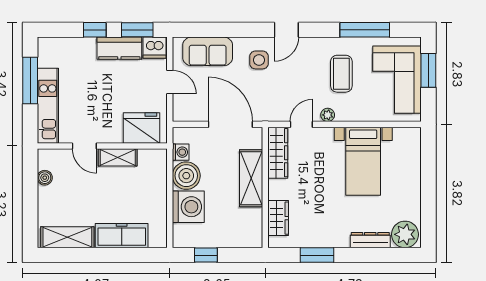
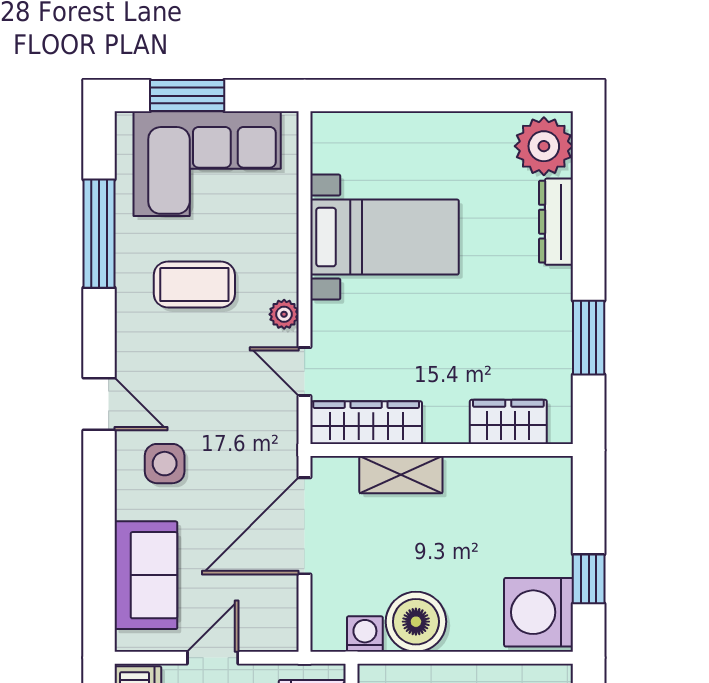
shelving: (251, 178) -> (401, 475), width x0.67, depth x0.75
washing machine: (188, 207) -> (539, 612), moved, turned -90

